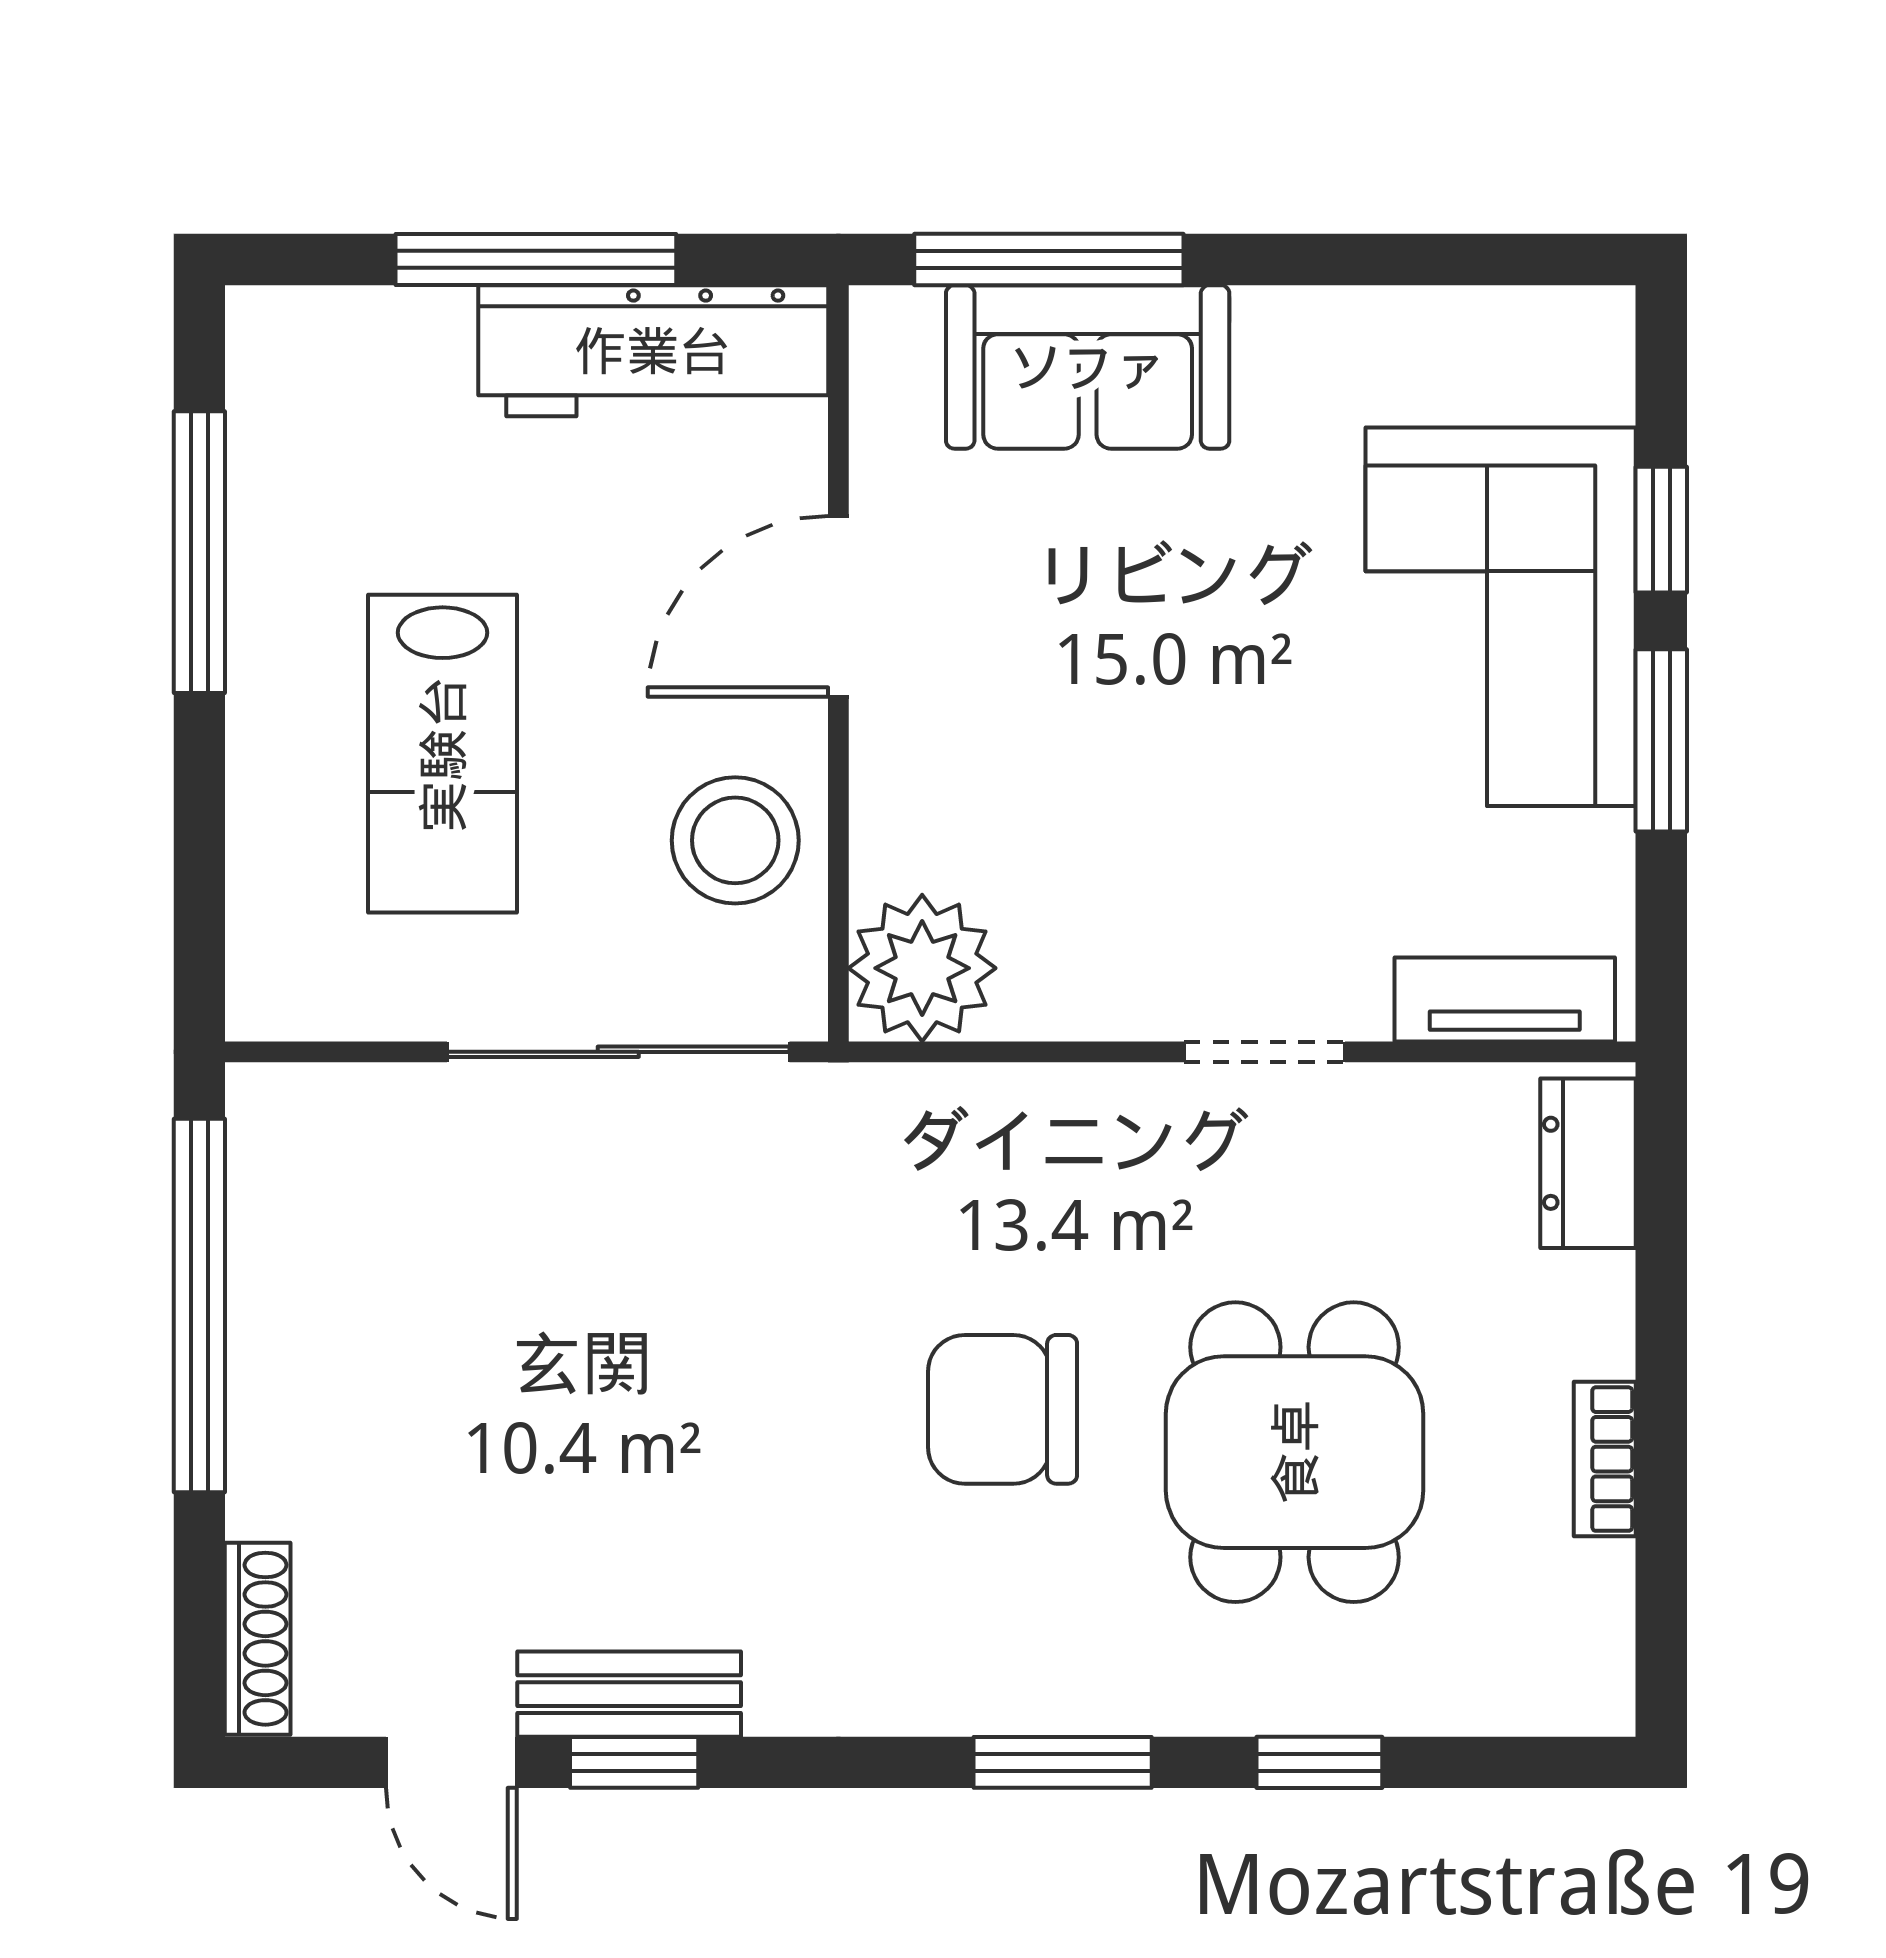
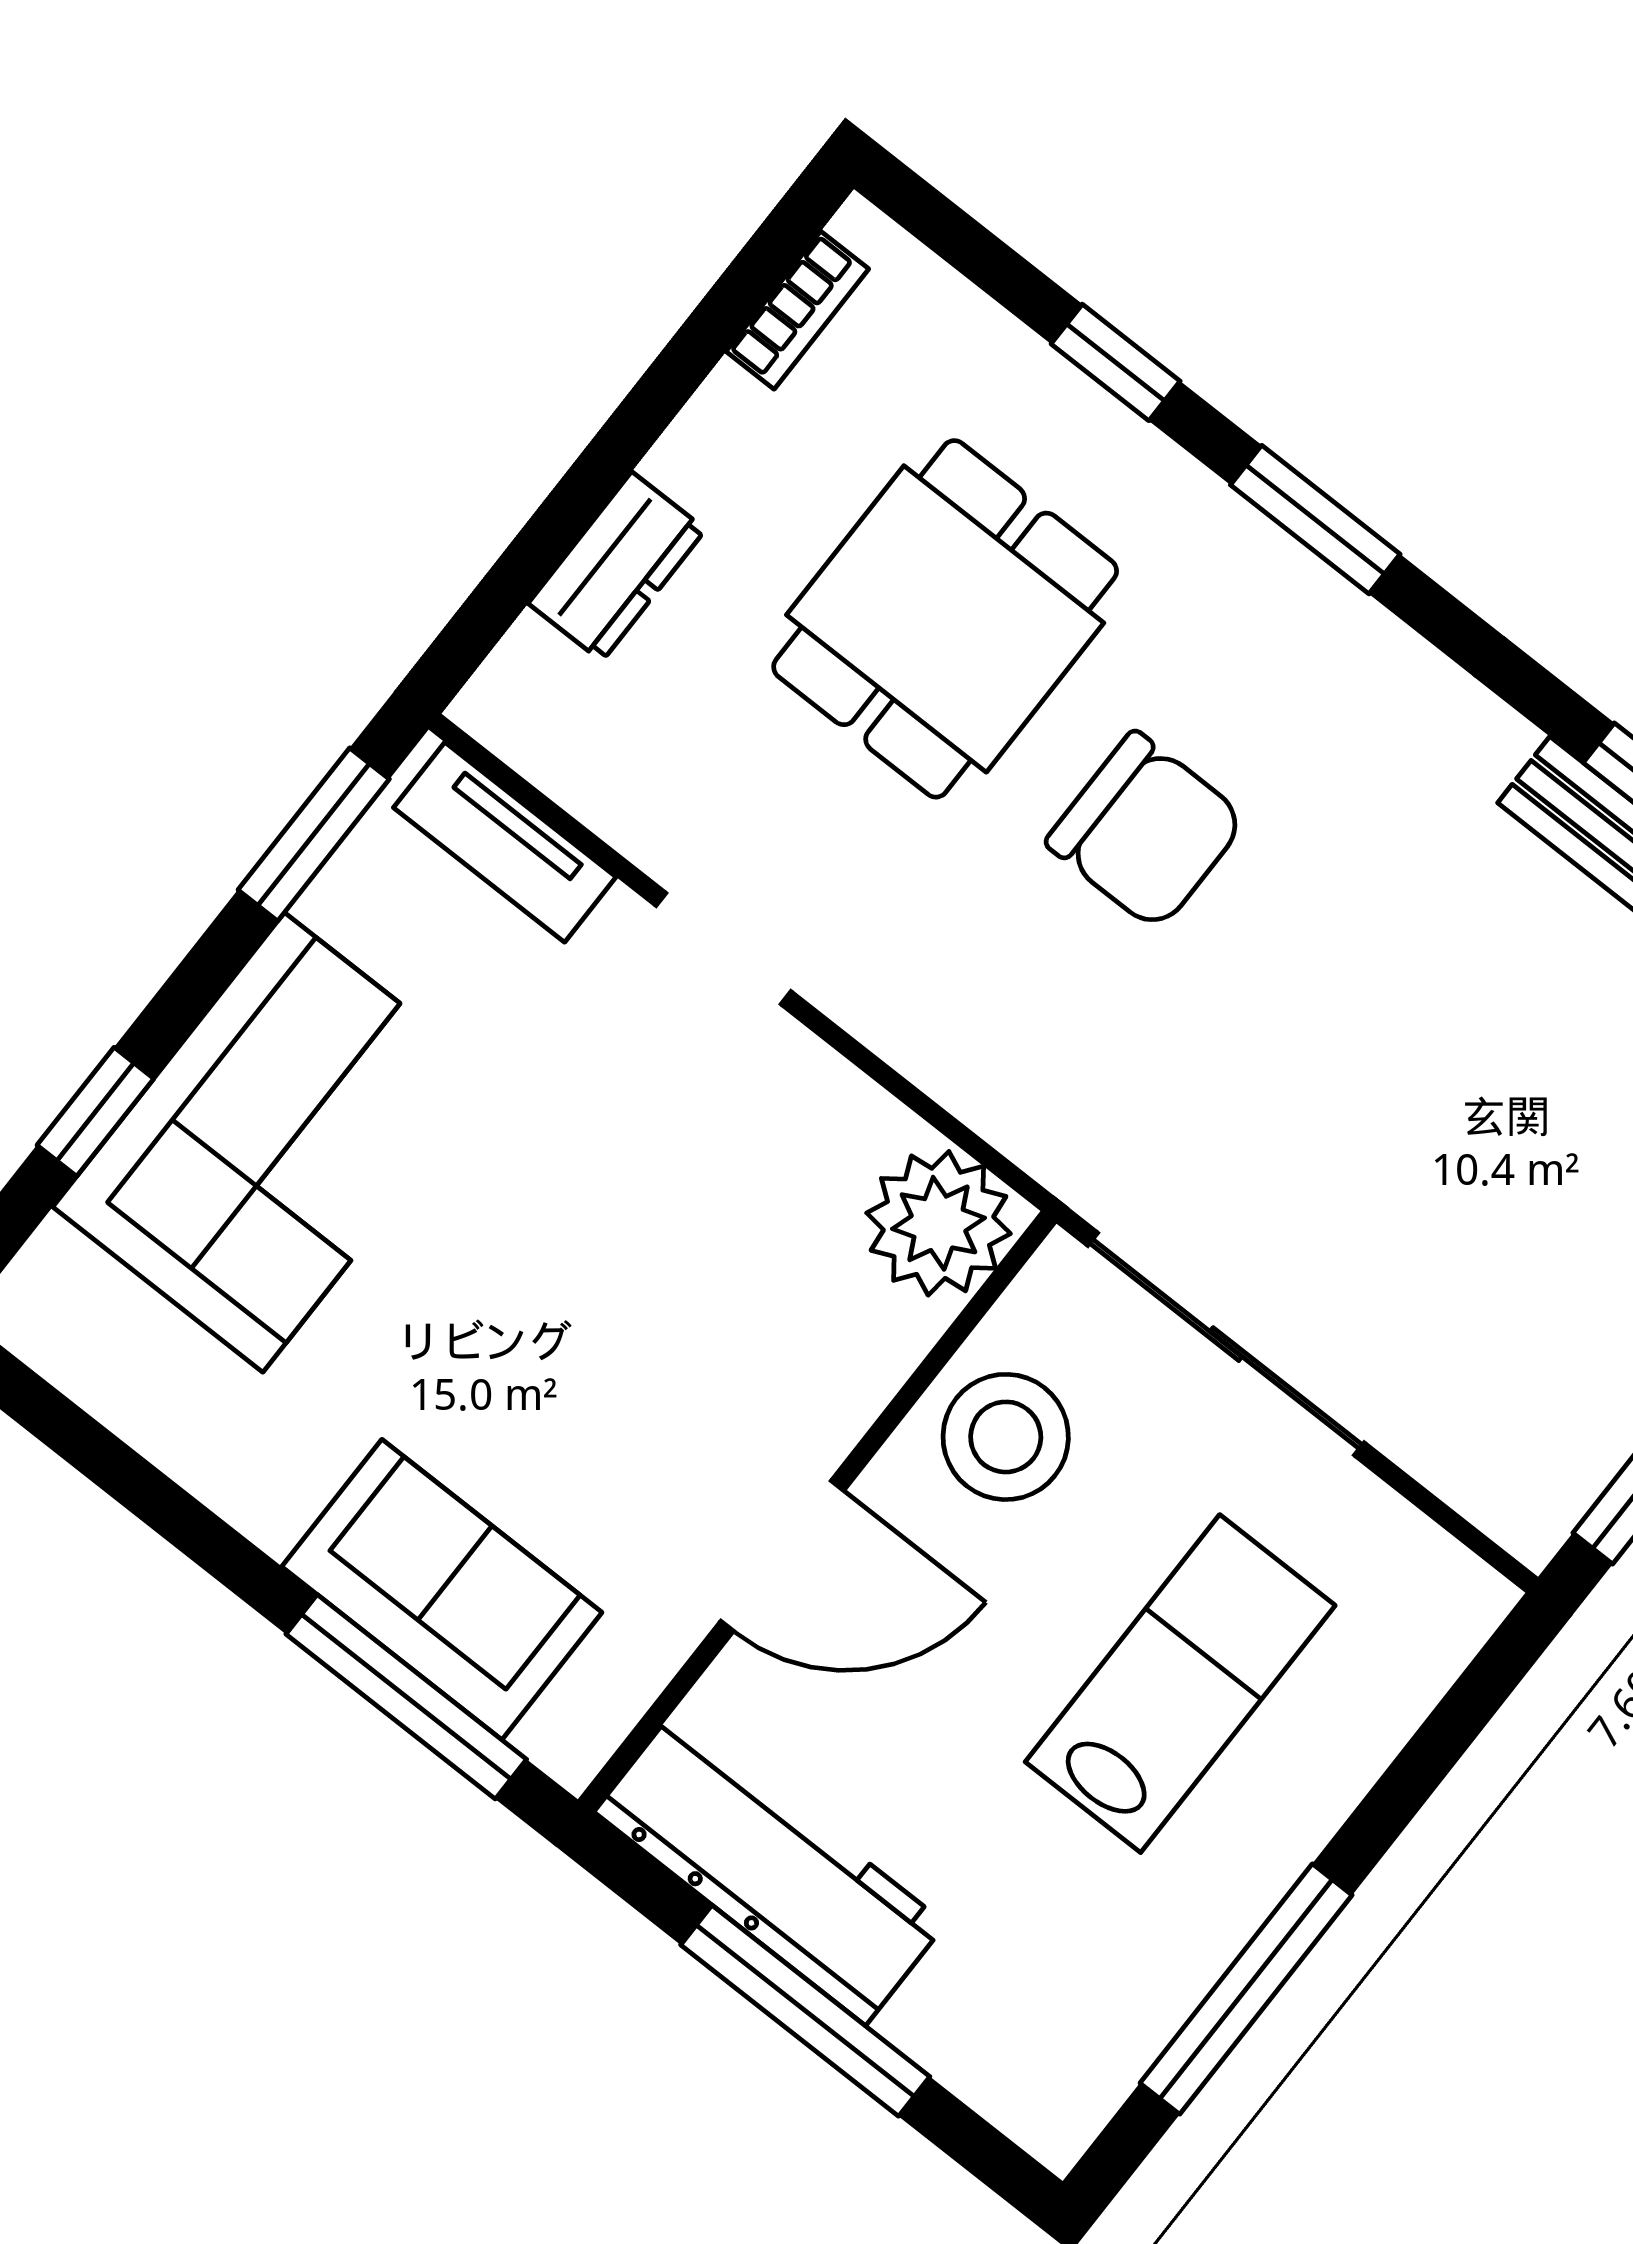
window: (1661, 740) -> (314, 834), moved
dresser: (1588, 1163) -> (617, 566), moved
bookcase: (1605, 1459) -> (797, 310), moved

